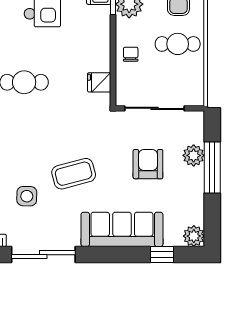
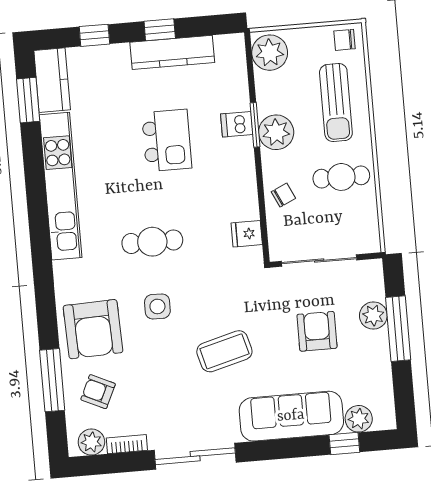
chair: (131, 54) -> (283, 195), turned 65
side table: (27, 196) -> (157, 306), moved
plant: (194, 236) -> (359, 419), moved

